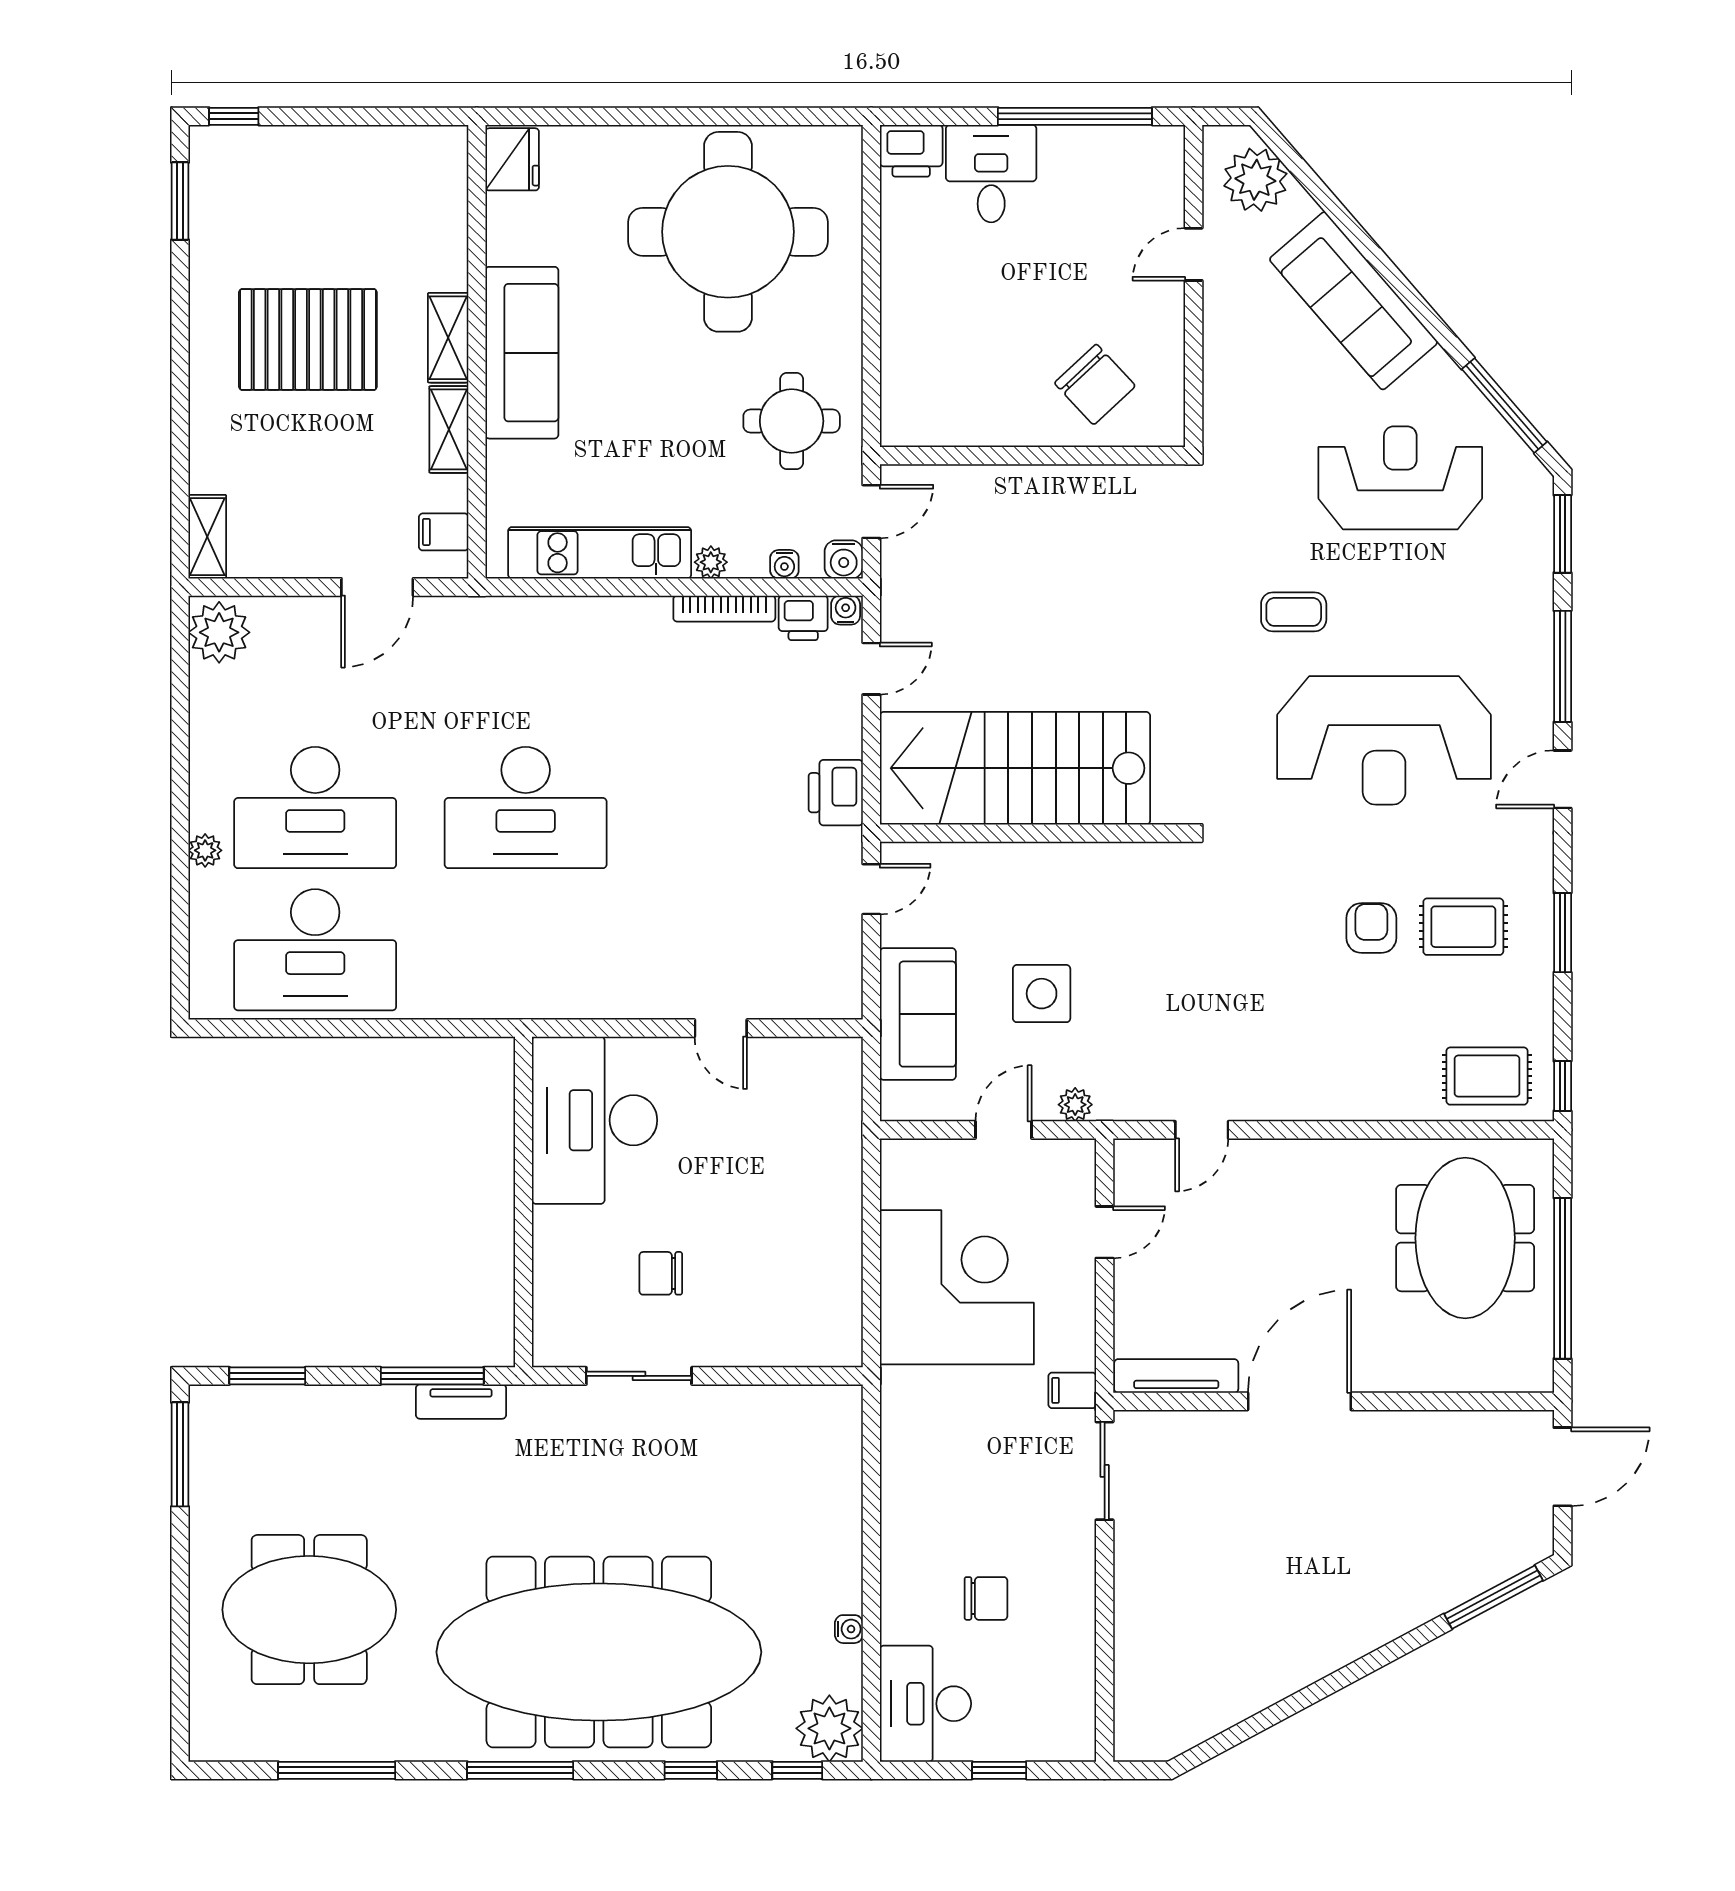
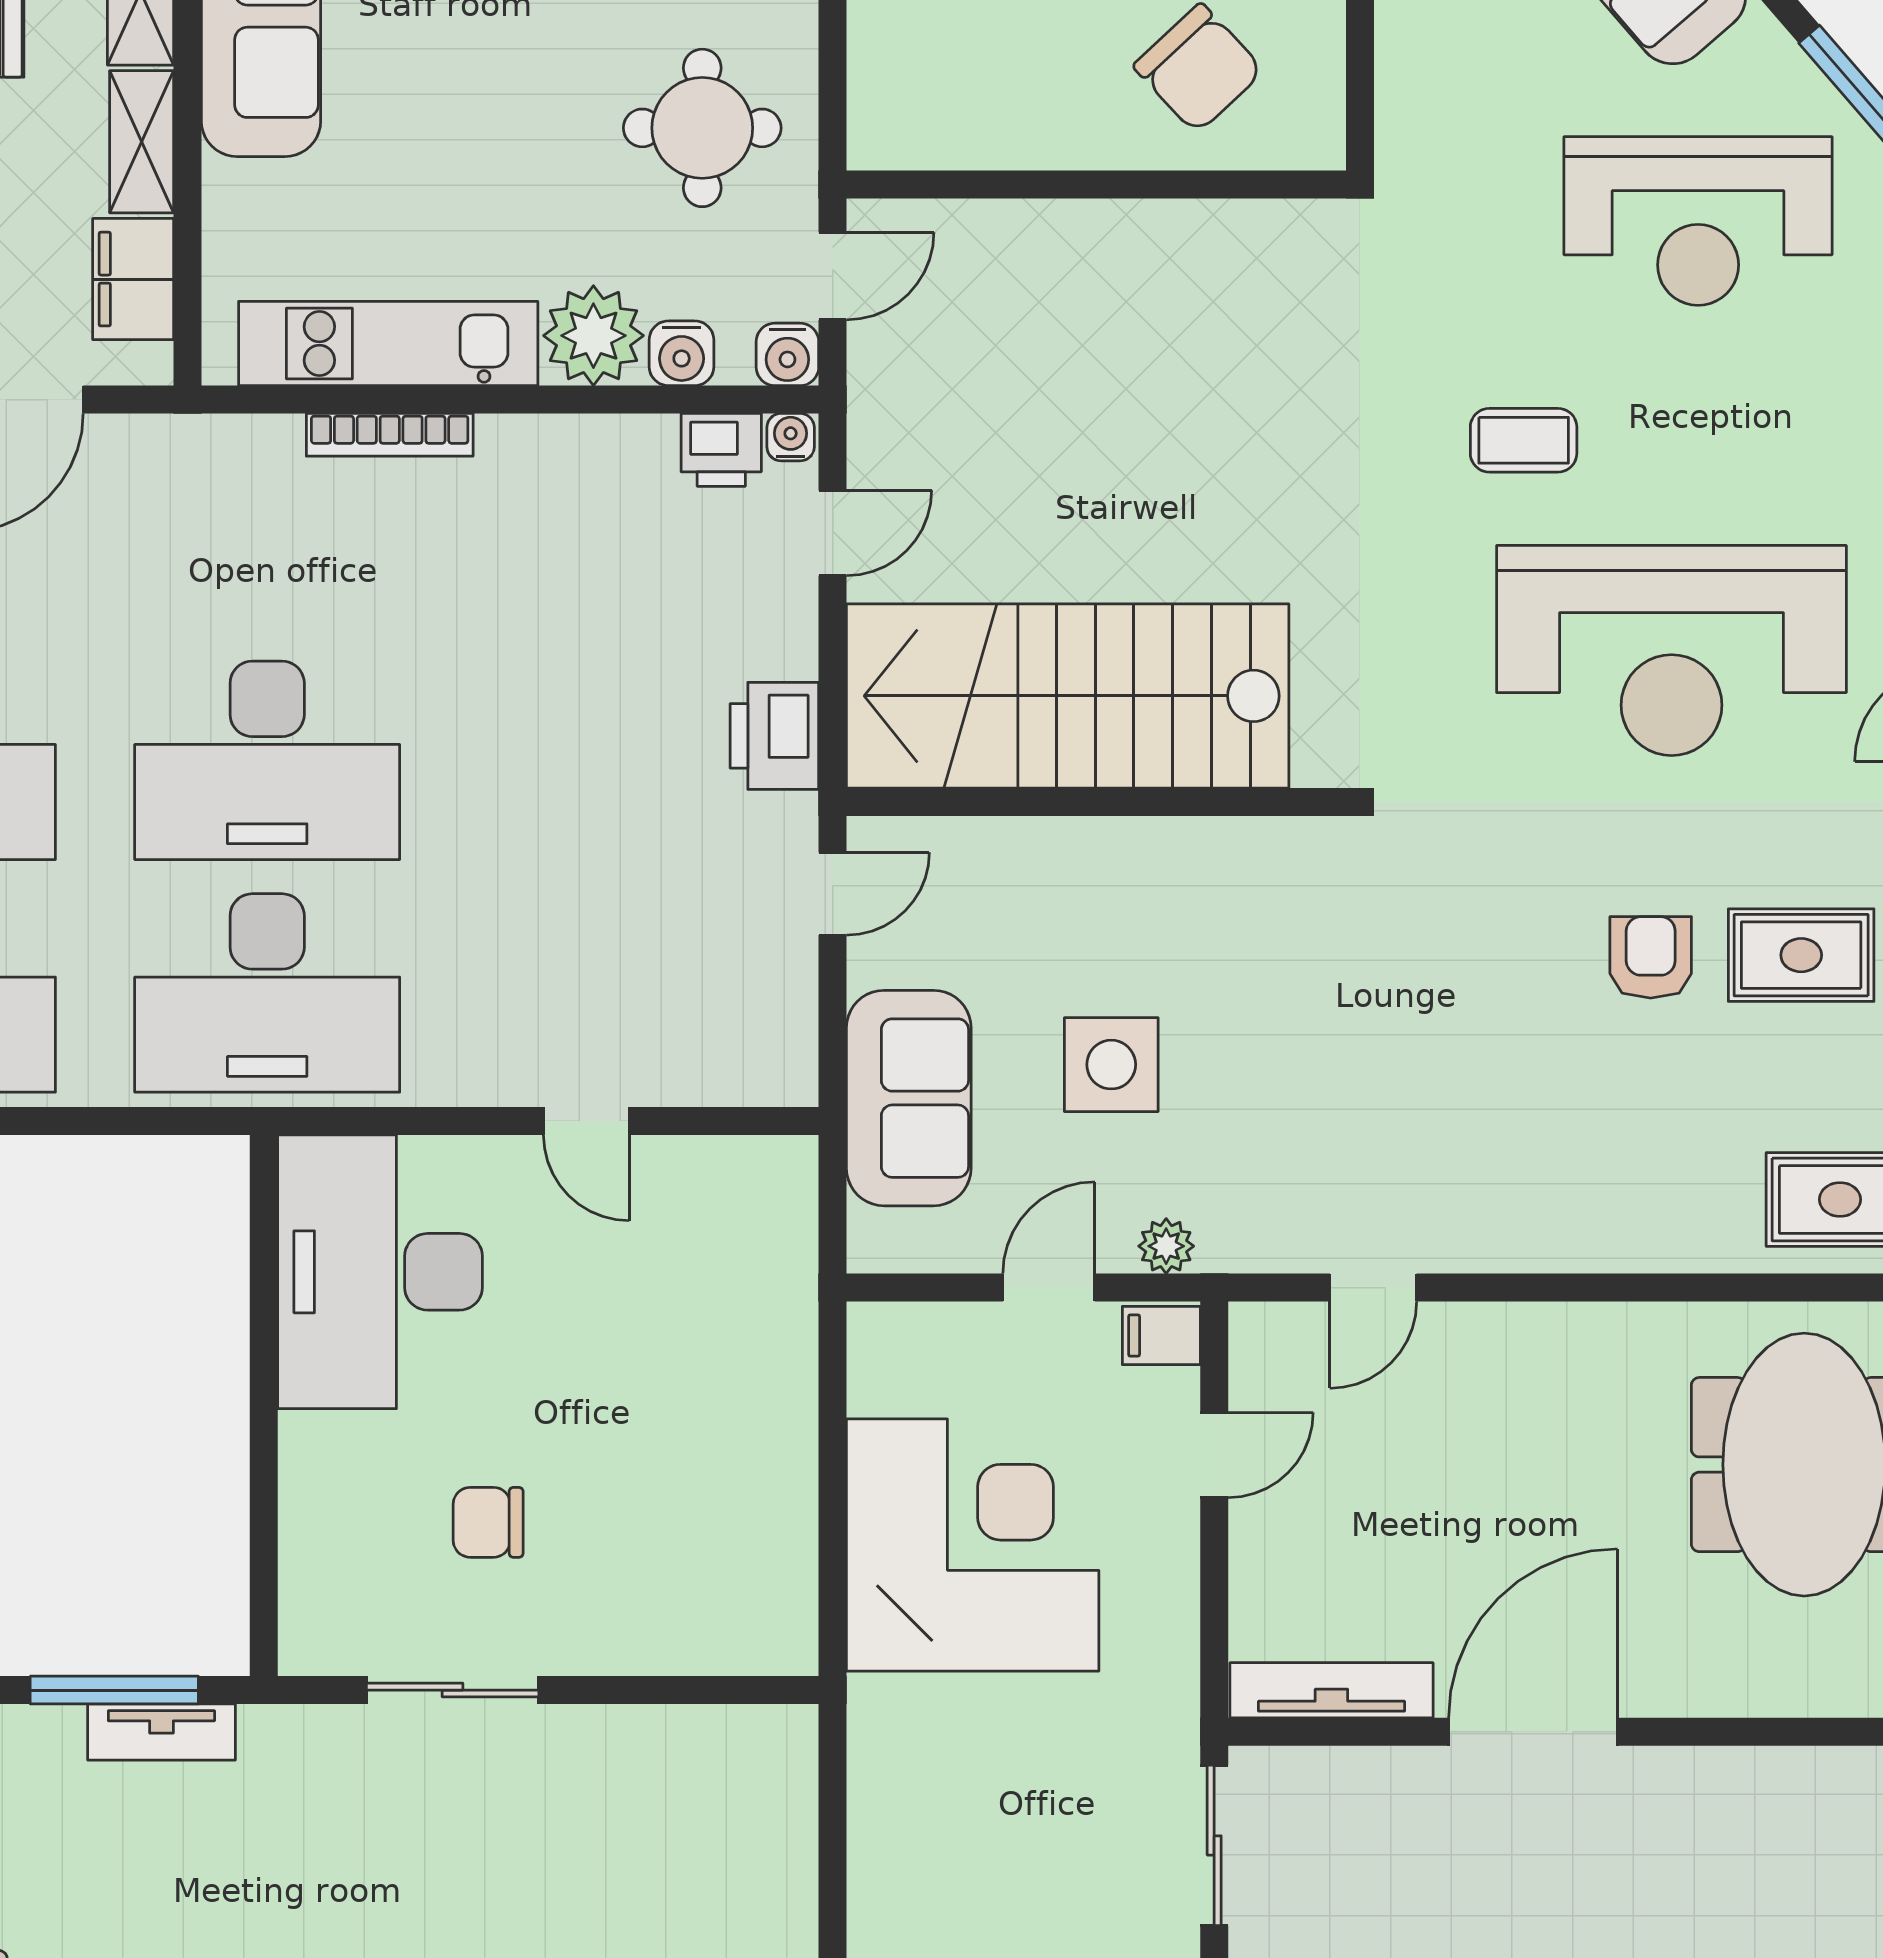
reception desk: (1400, 478) -> (1698, 221), turned 180
filing cabinet: (444, 532) -> (133, 279), width x2.00
plant: (711, 562) -> (593, 336), width x1.88, depth x1.88
water cooler: (784, 564) -> (682, 353), width x1.38, depth x1.38
bookcase: (724, 609) -> (390, 435), moved
desk: (526, 950) -> (267, 993), added
filing cabinet: (1072, 1390) -> (1161, 1335), moved

